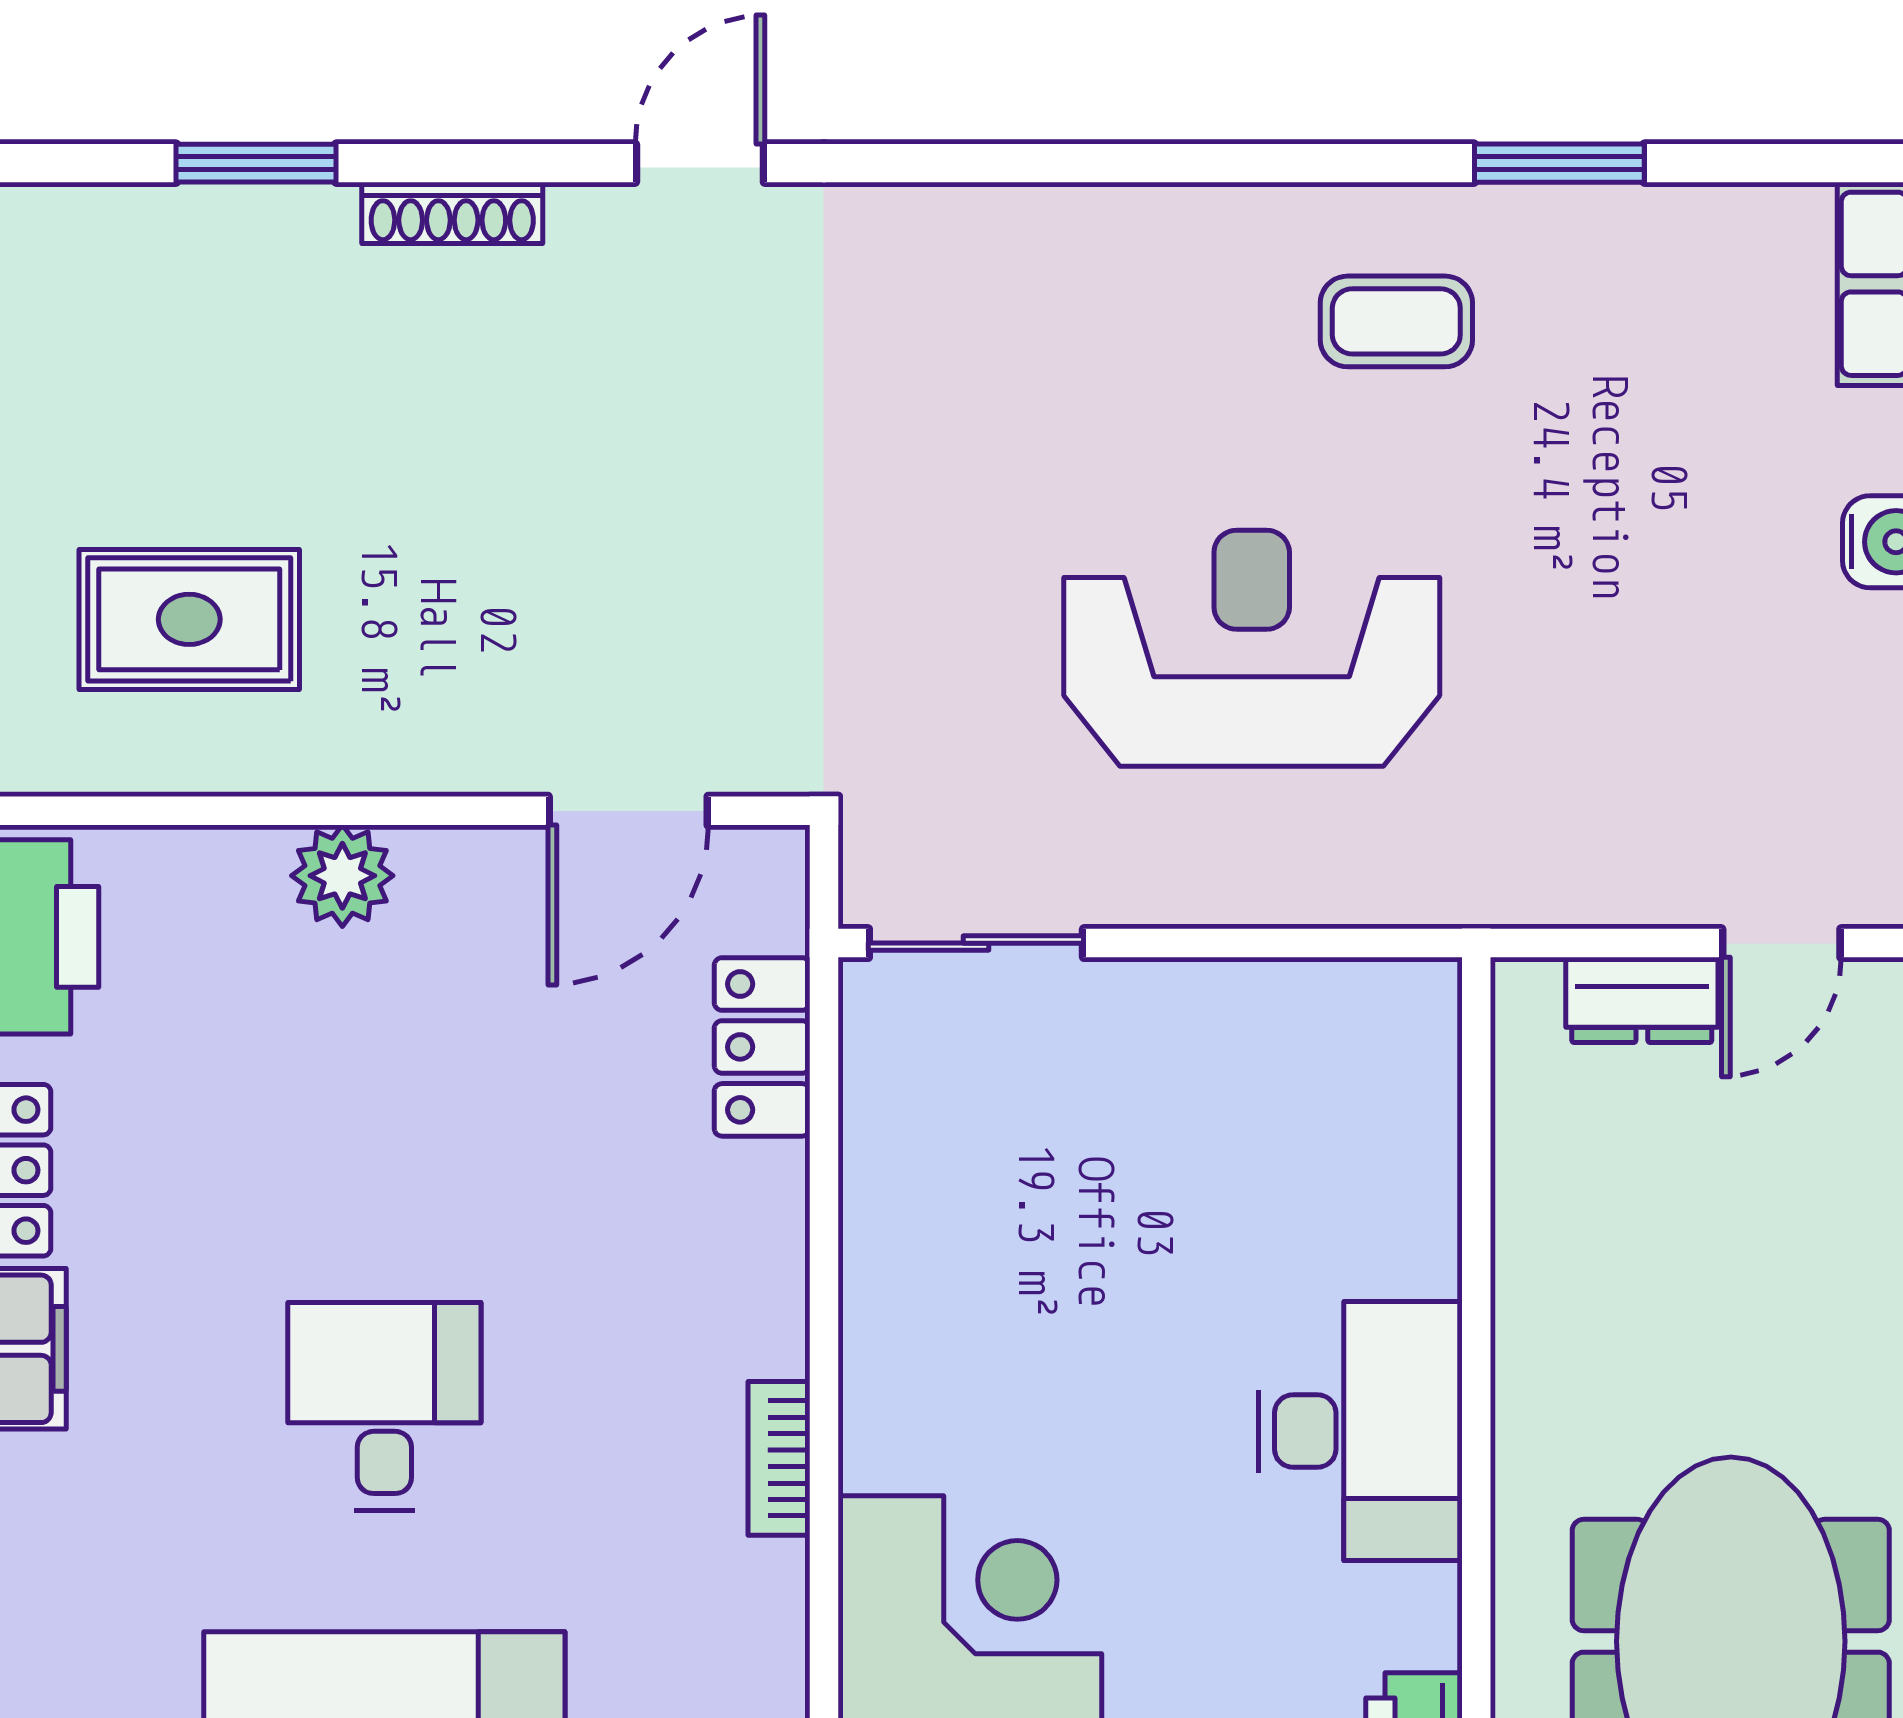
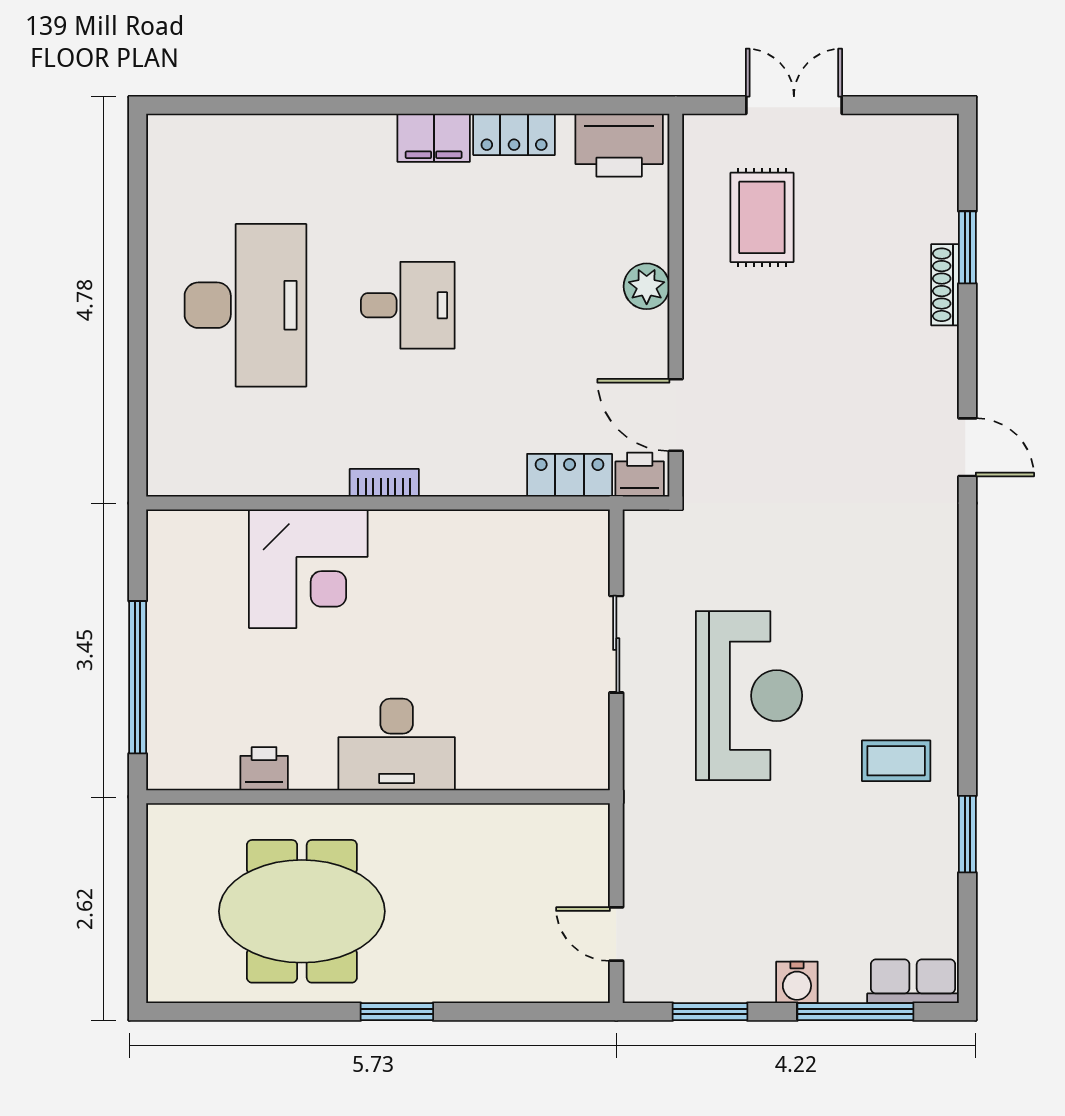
shoe rack: (452, 213) -> (945, 285), moved
coffee table: (1396, 321) -> (896, 761), turned 90
printer: (761, 891) -> (640, 475), added
sliding door: (976, 943) -> (616, 644), moved
dresser: (1642, 1000) -> (591, 871), removed

